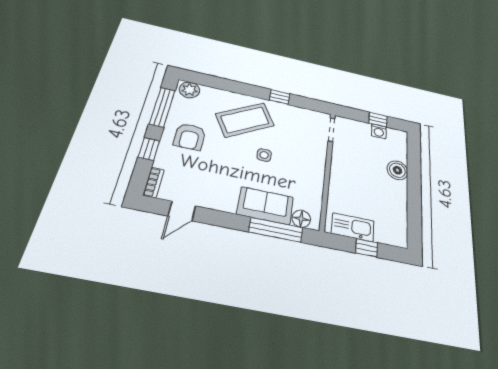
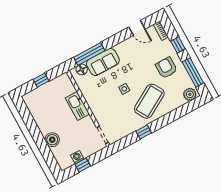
door: (182, 211) -> (137, 28), swing flipped
kitchen sink: (353, 227) -> (77, 106), moved, turned 90

